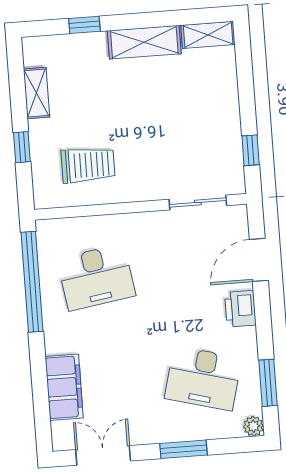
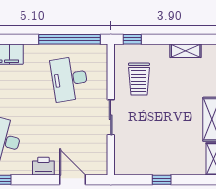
window: (22, 147) -> (132, 39), moved
window: (251, 150) -> (162, 180), moved
sliding door: (198, 202) -> (111, 117), moved

